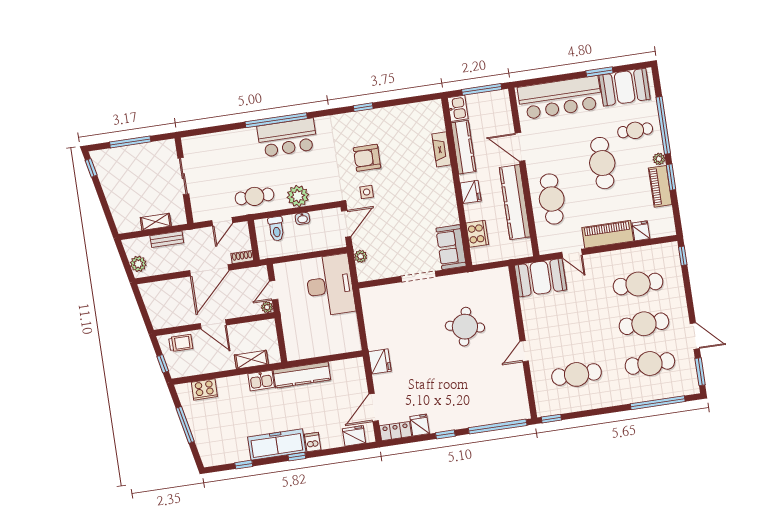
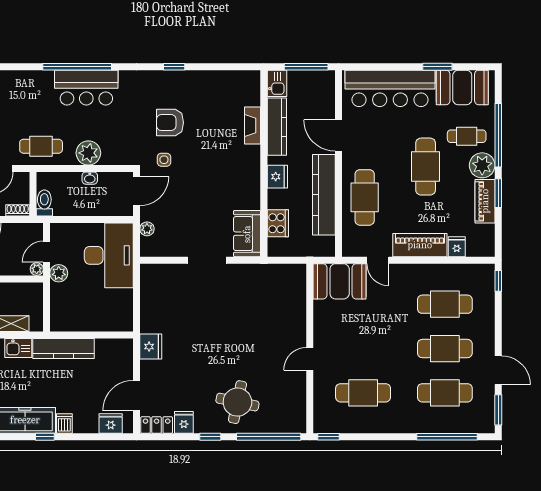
plant: (659, 159) -> (482, 165), width x1.88, depth x1.88
toilet: (276, 229) -> (44, 203), moved, turned 180
plant: (287, 308) -> (59, 273), added
round table: (465, 327) -> (237, 402), moved

